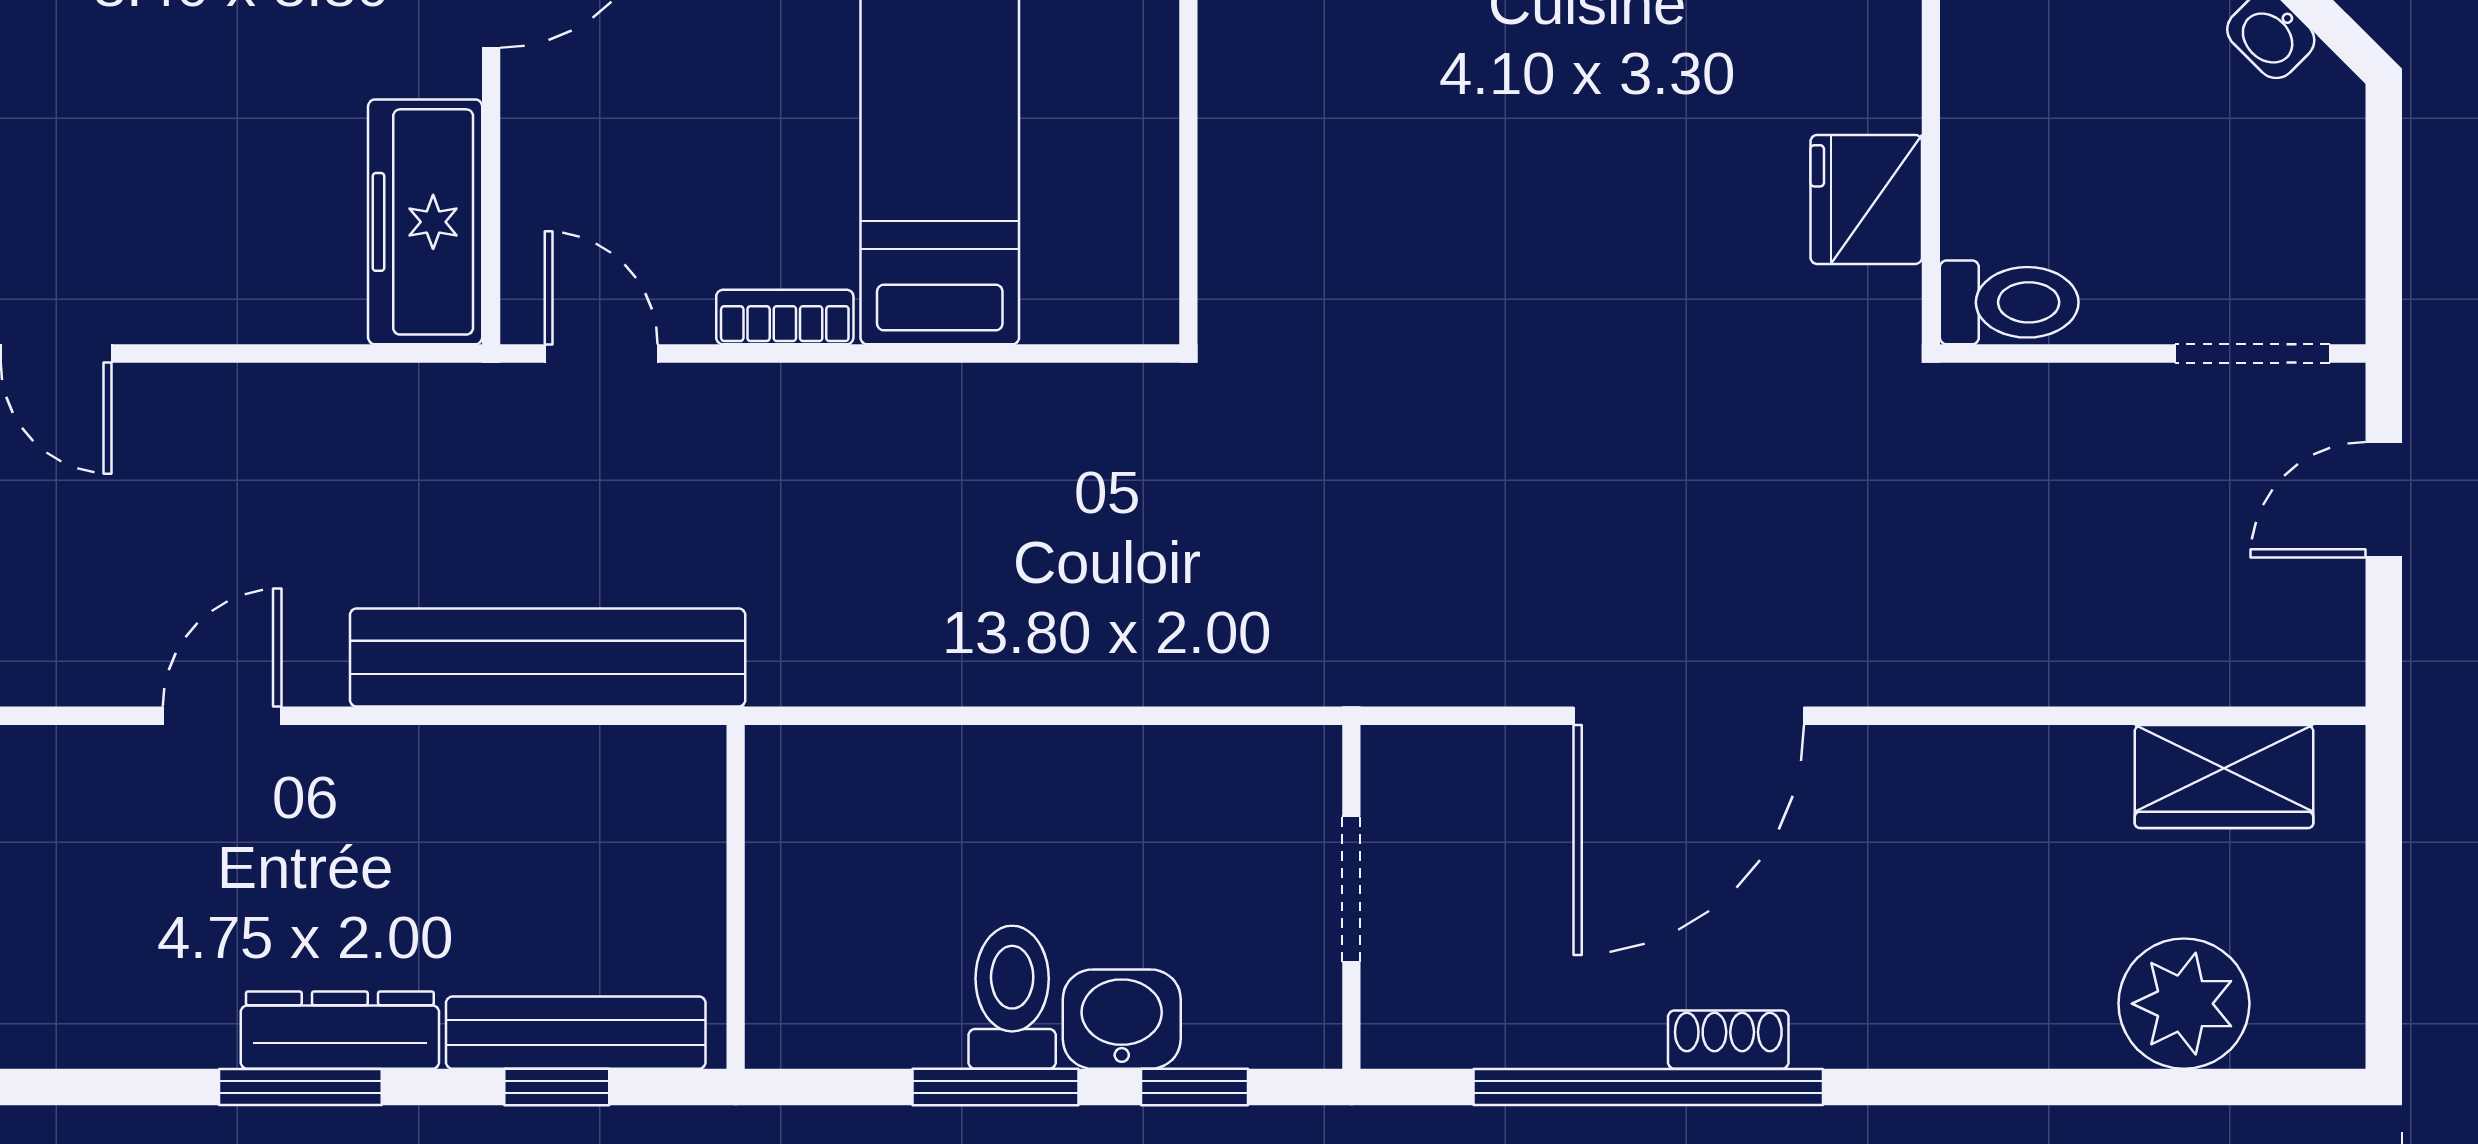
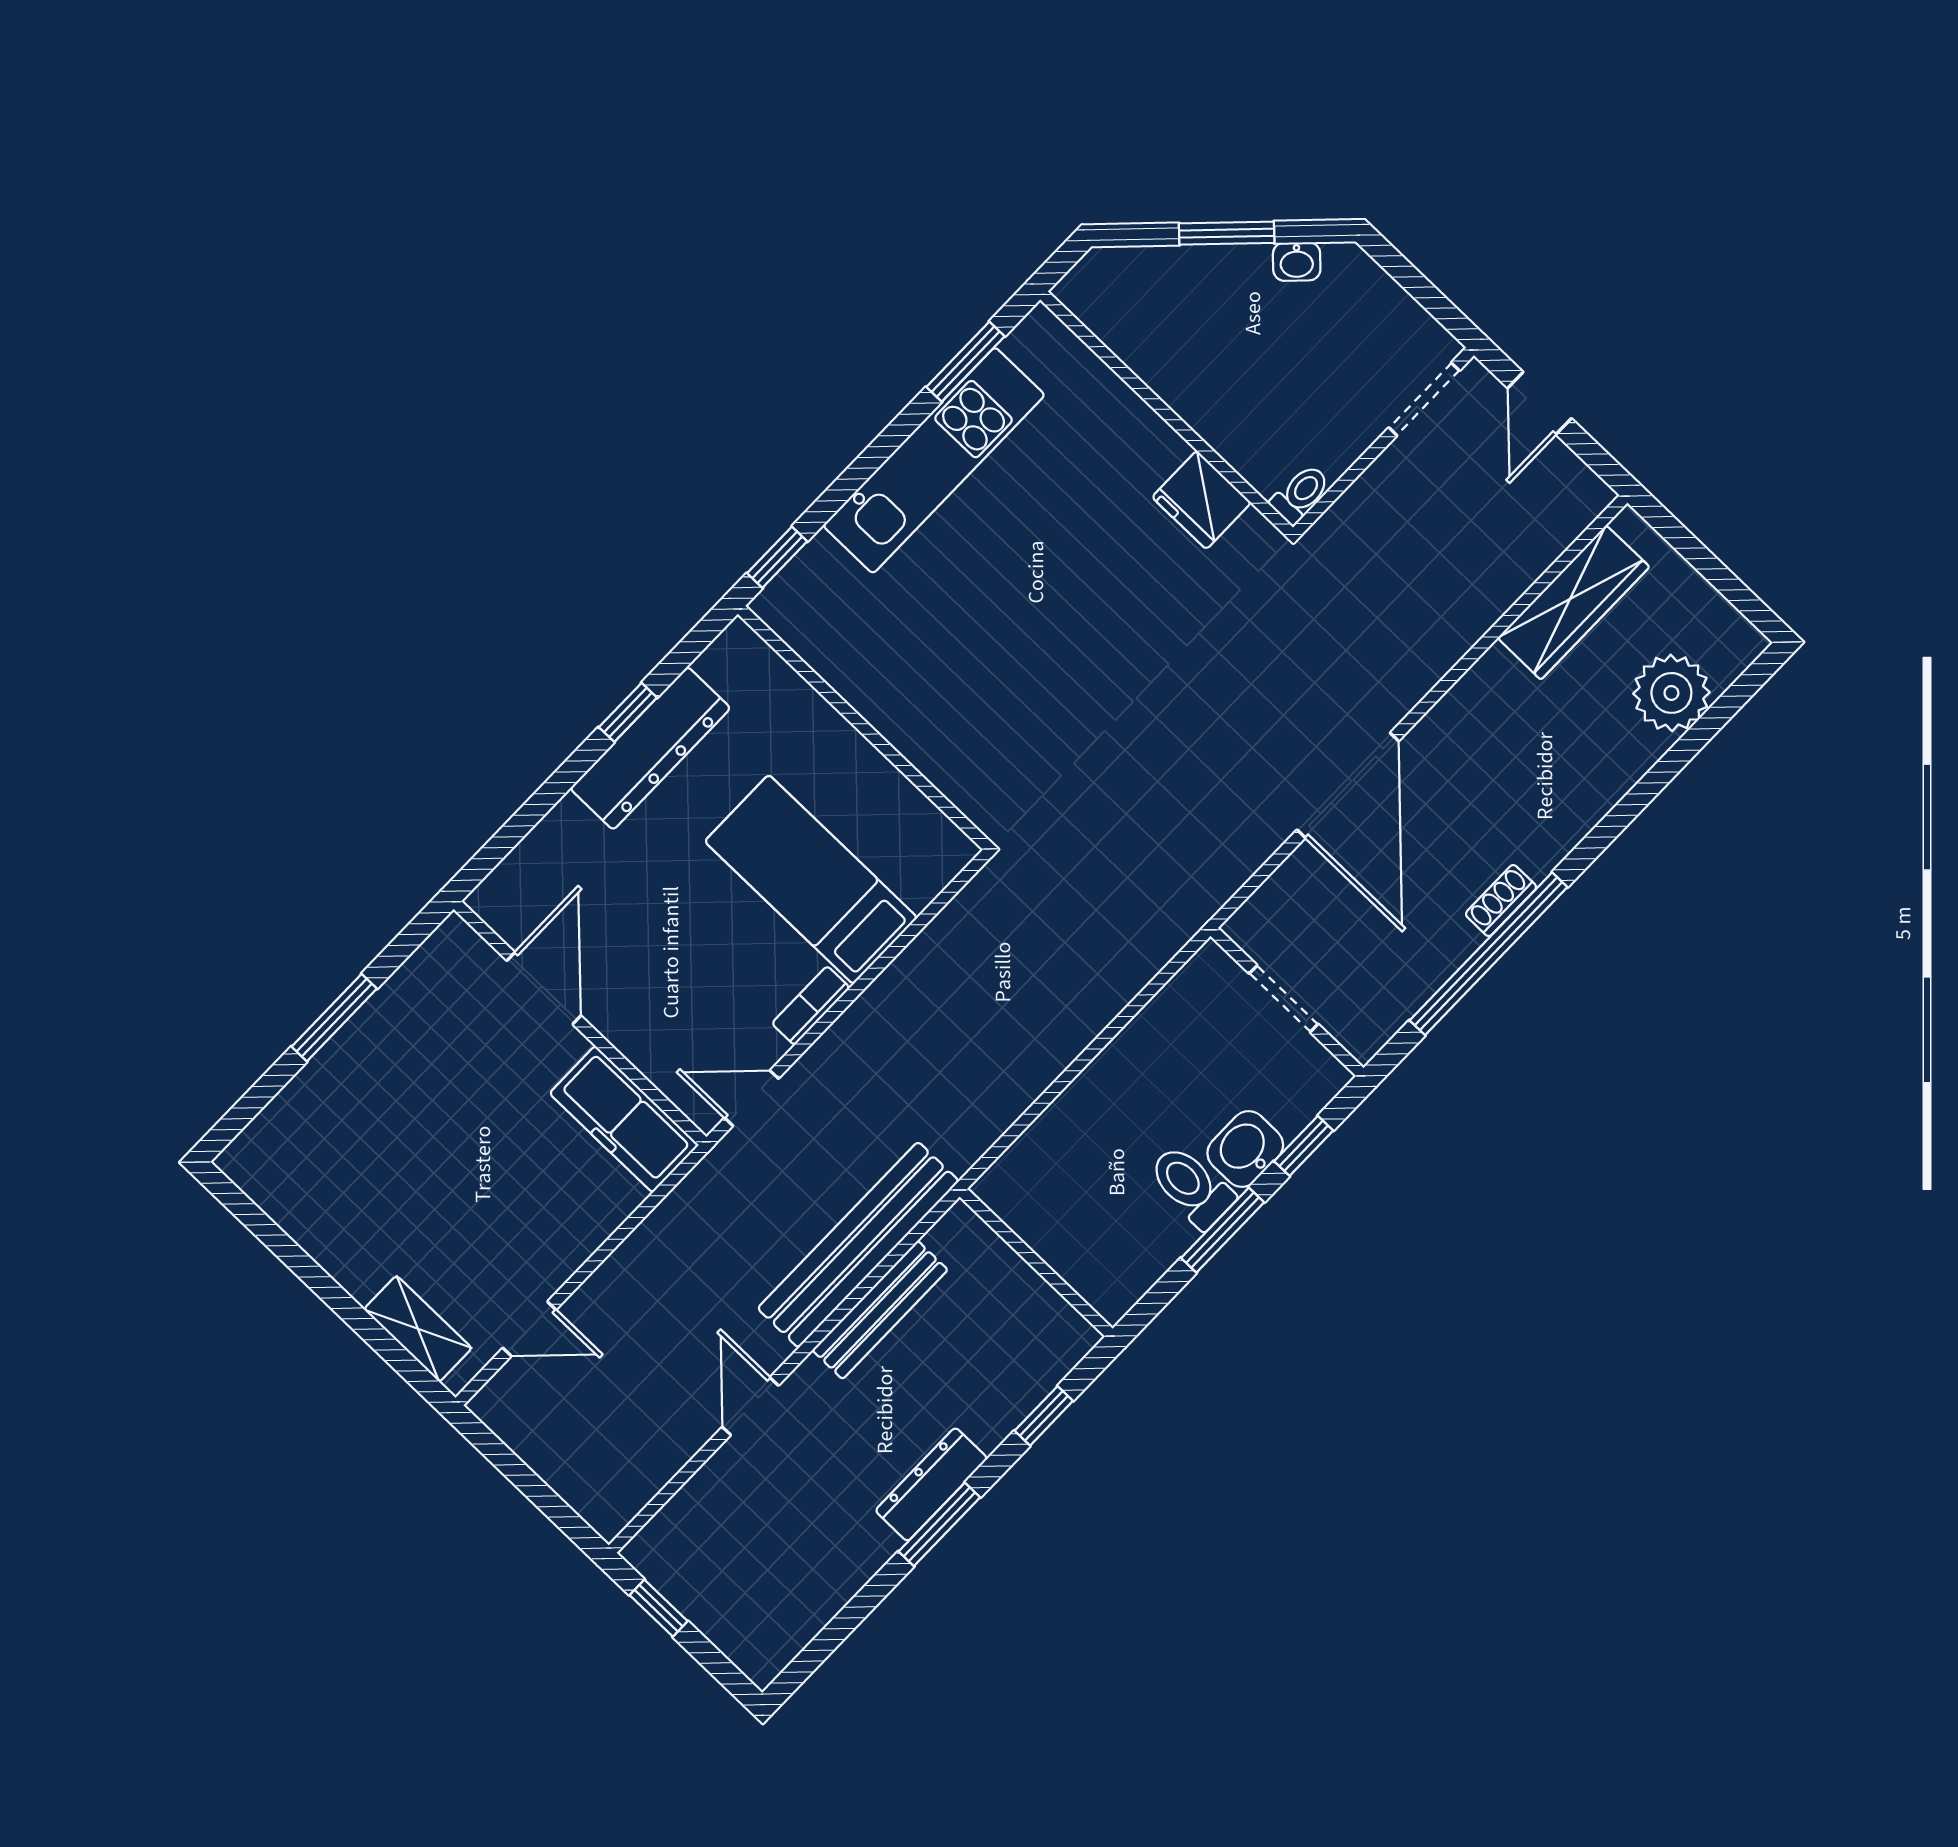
toilet: (2009, 302) -> (1300, 494), width x0.73, depth x0.72
wardrobe: (2224, 776) -> (1573, 602), width x1.50
bench: (576, 1033) -> (880, 1310), moved

